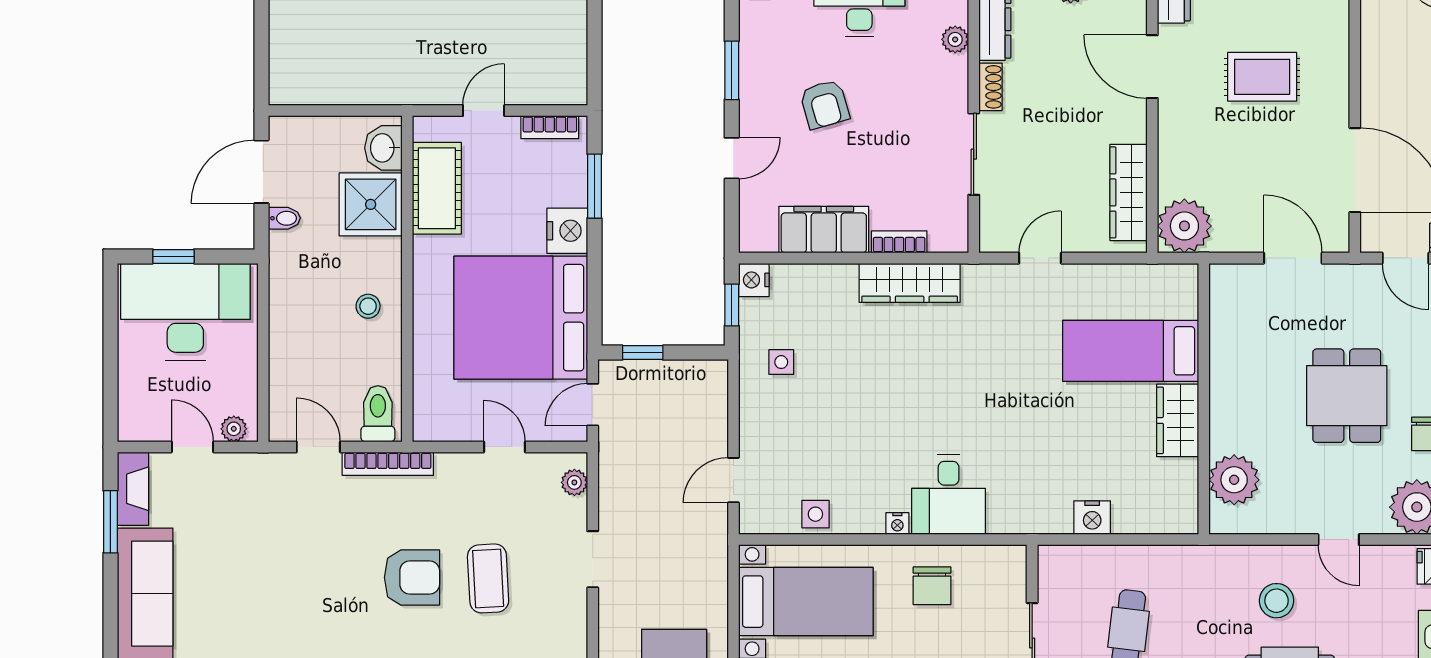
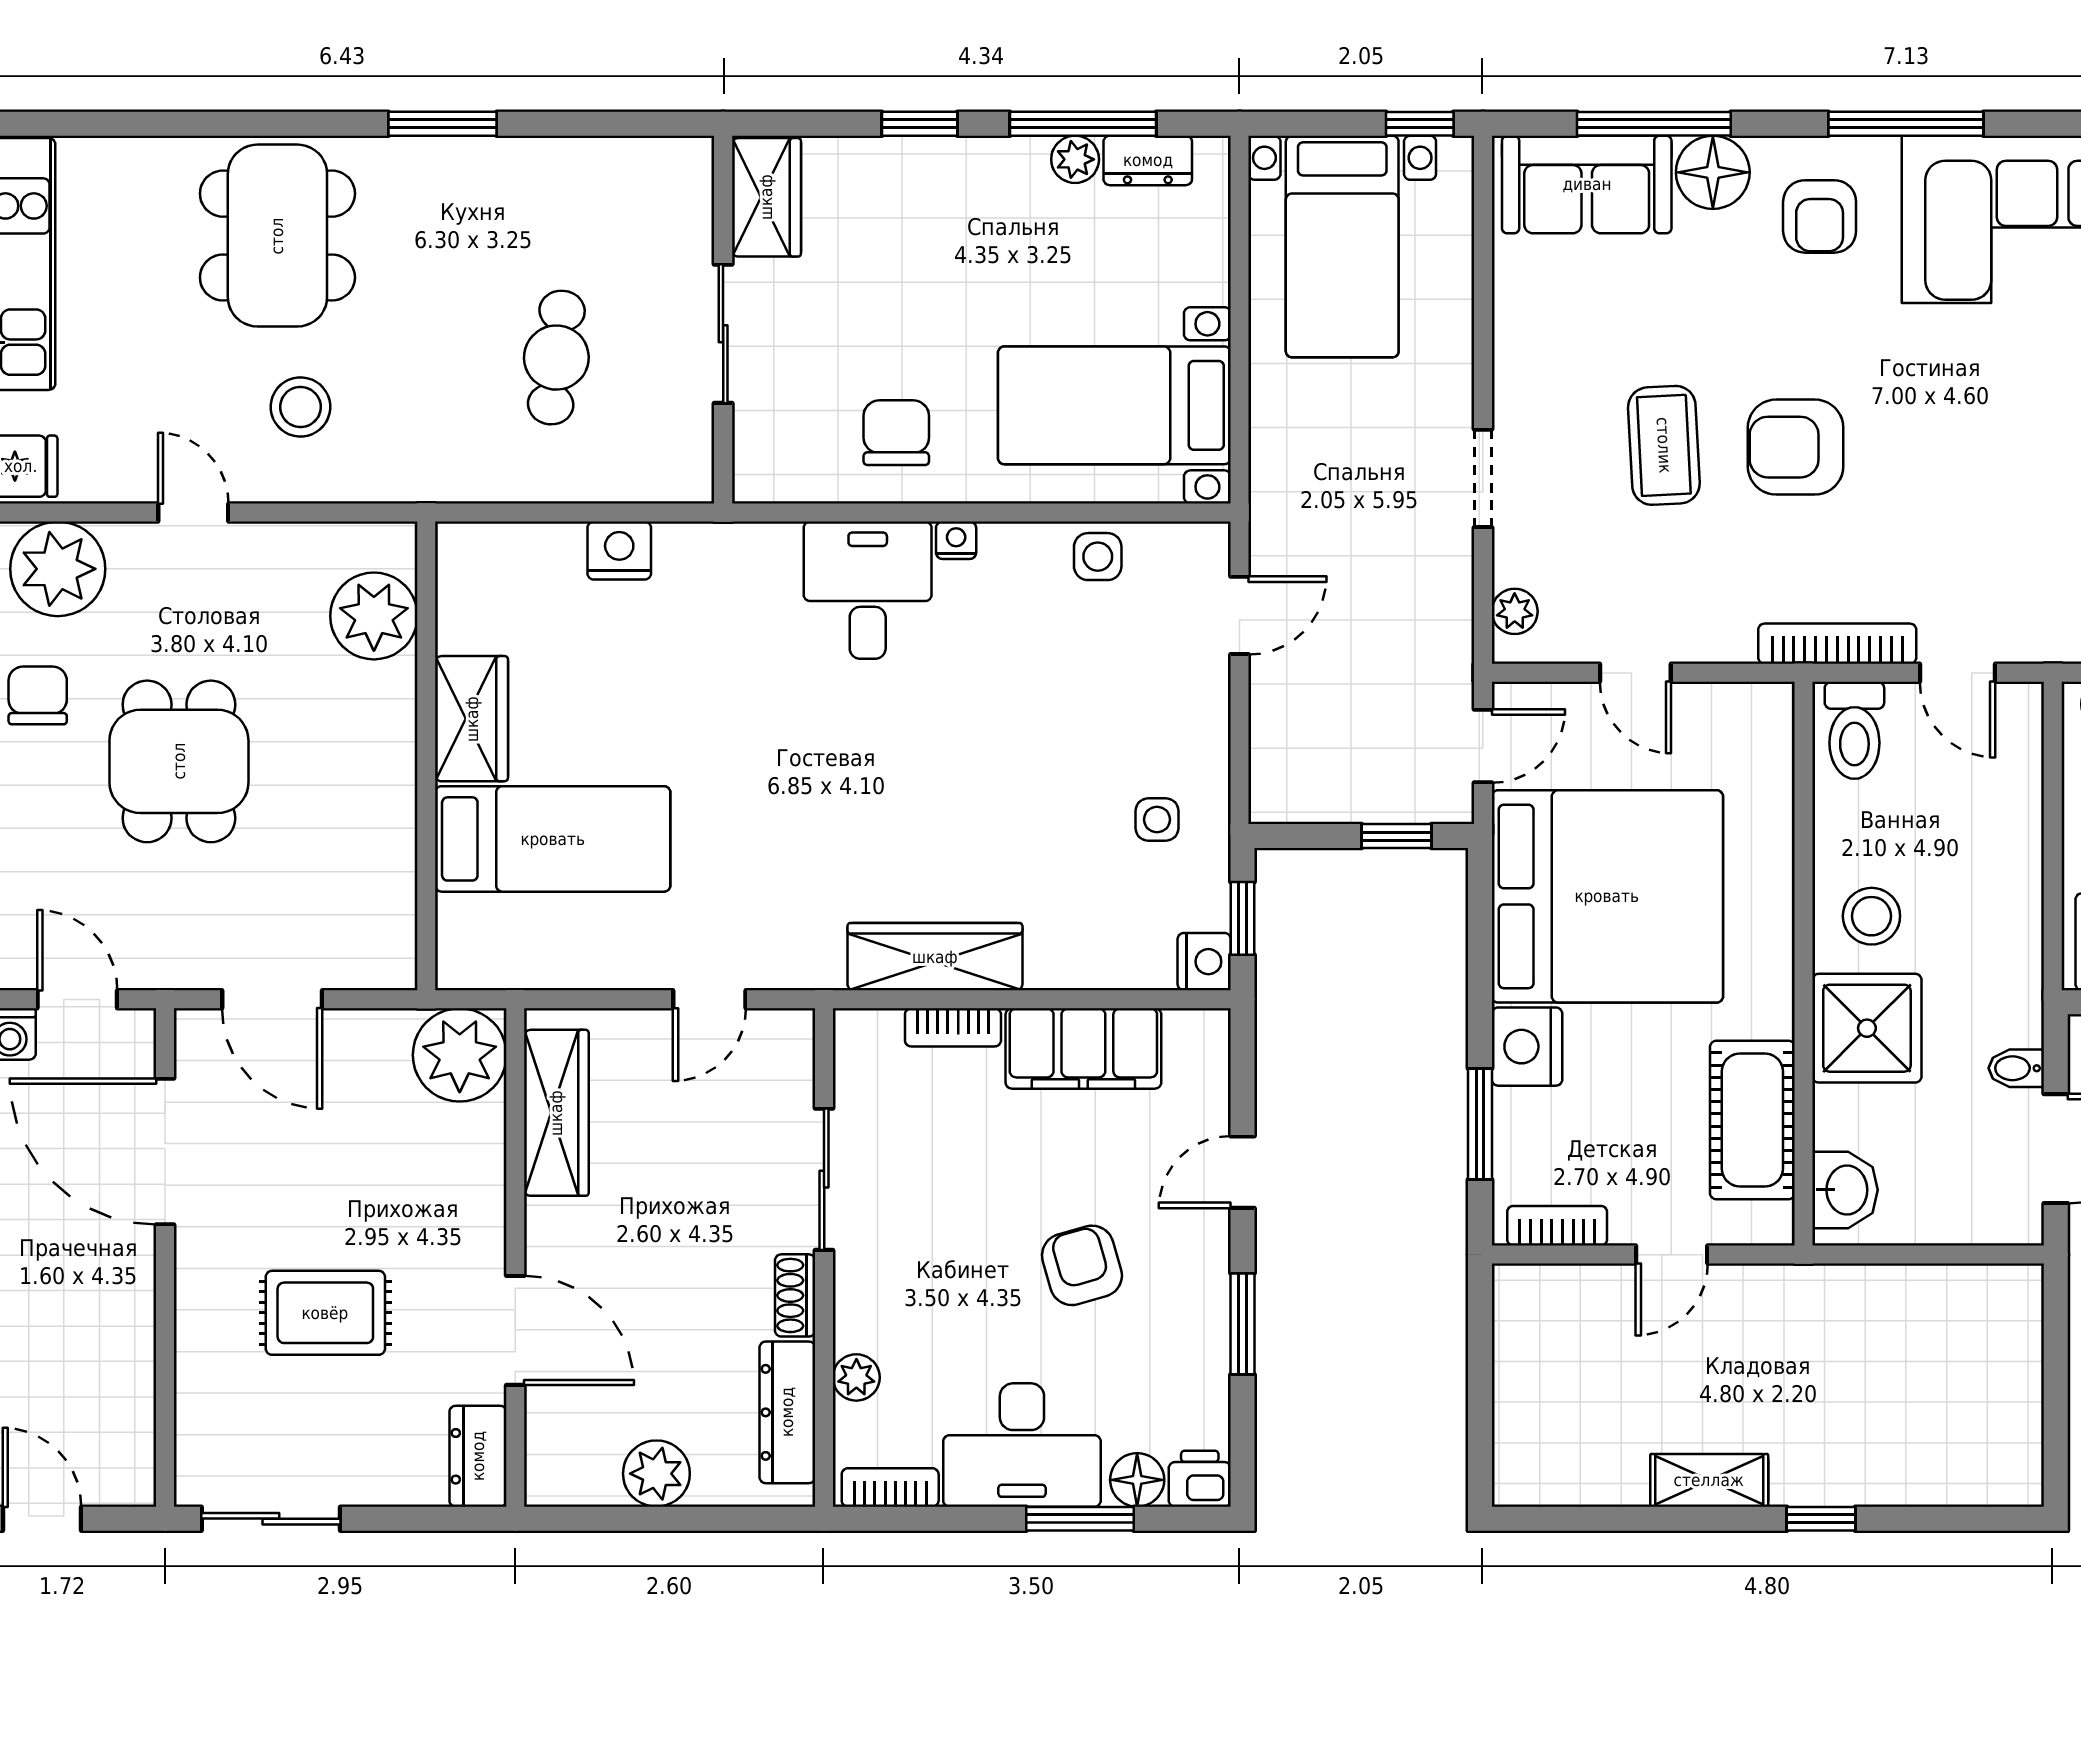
shower: (371, 204) -> (1867, 1028), moved
stool: (368, 306) -> (1871, 916), width x1.37, depth x1.37

